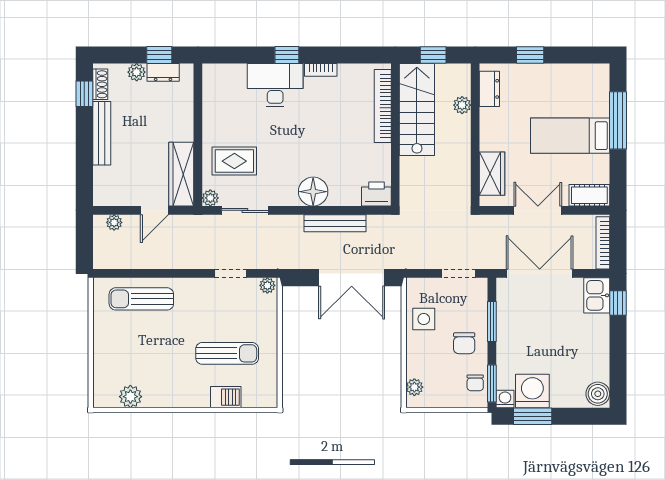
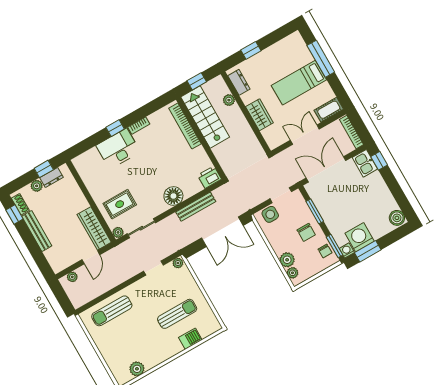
wardrobe: (492, 174) -> (259, 115), moved
side table: (424, 319) -> (270, 214), moved
plant: (417, 365) -> (287, 260), added

